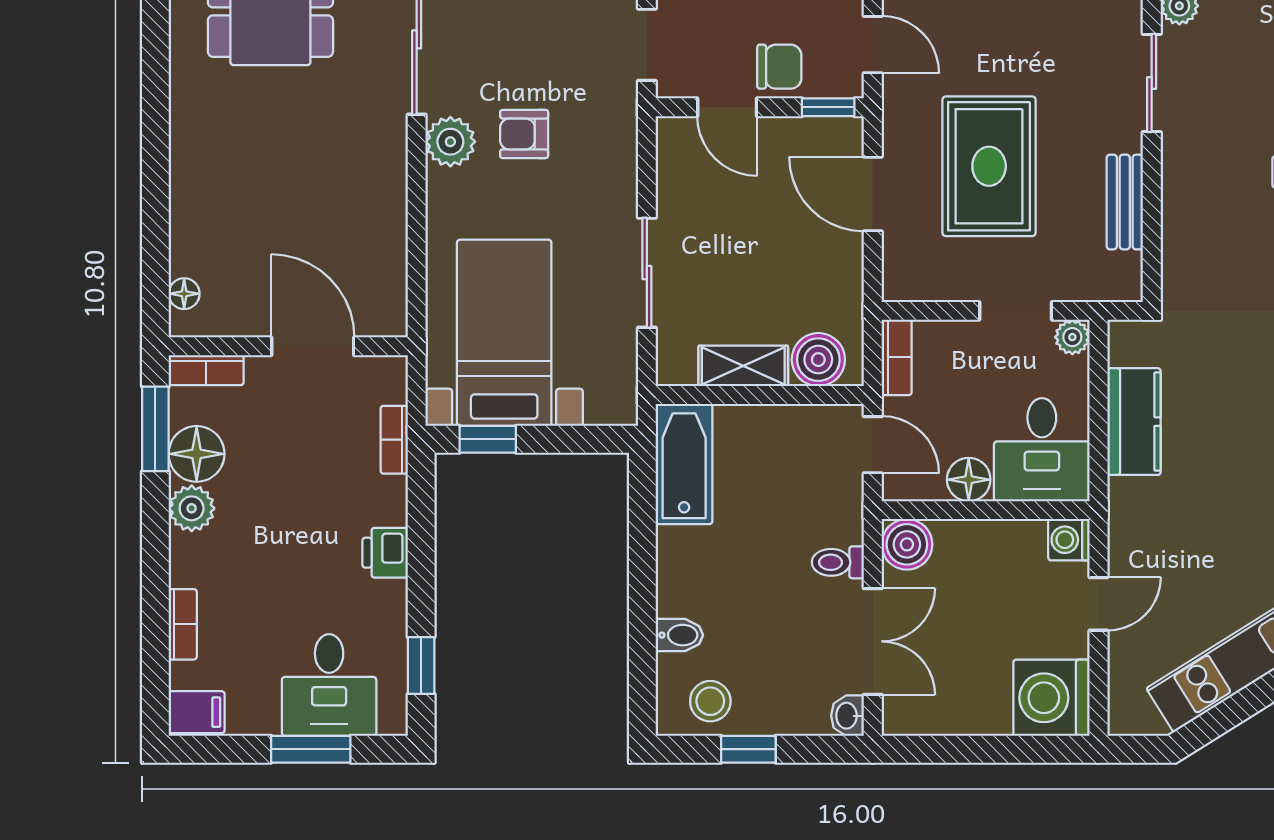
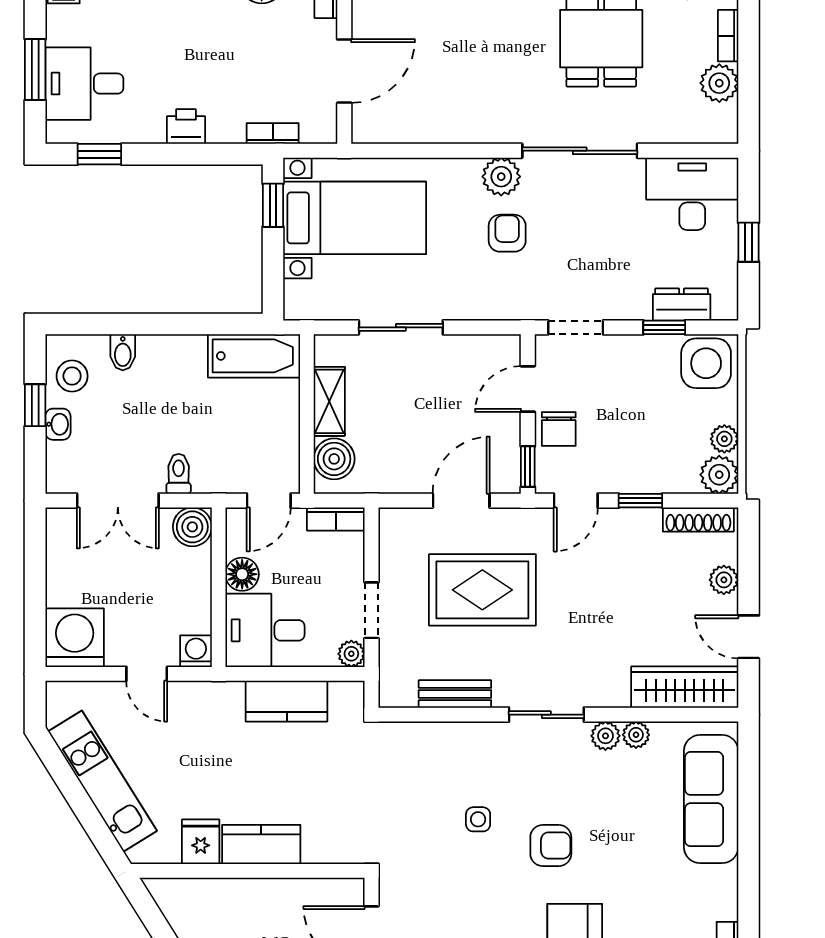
washbasin: (847, 716) -> (58, 424), moved, turned 90

